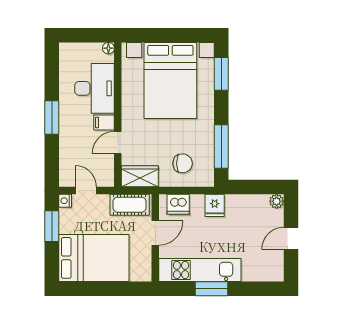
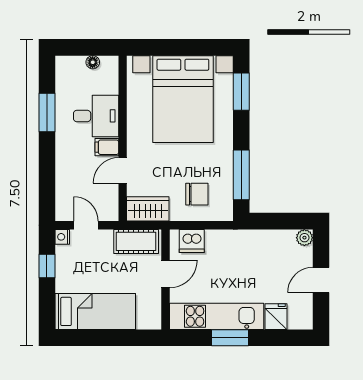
floor lamp: (108, 48) -> (93, 62), moved
desk: (95, 88) -> (96, 116), width x0.73
window: (52, 118) -> (47, 113), moved
fridge: (215, 205) -> (276, 317), moved, turned 180
window: (52, 226) -> (47, 266), width x0.67
bed: (94, 258) -> (95, 311), width x0.67

